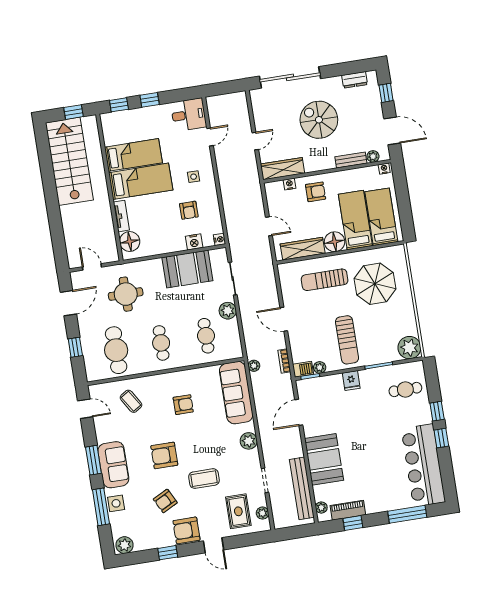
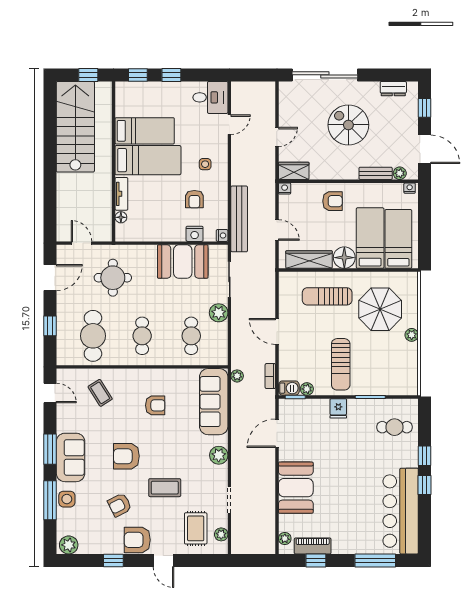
wardrobe: (283, 169) -> (294, 171), width x0.67
nightstand: (289, 184) -> (285, 188), moved
floor lamp: (130, 242) -> (121, 217), width x0.53, depth x0.53
plant: (409, 348) -> (412, 335), moved, width x0.53, depth x0.53
bench: (302, 488) -> (239, 219), moved

